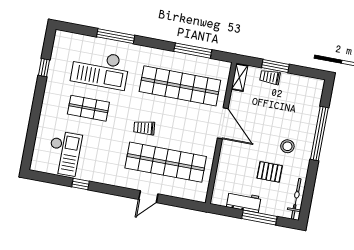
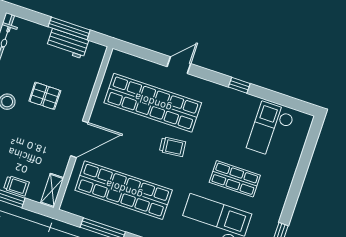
door: (223, 123) -> (79, 139), swing flipped
pallet: (270, 172) -> (45, 96), moved
window: (80, 184) -> (239, 85), moved
window: (259, 217) -> (69, 28), moved

